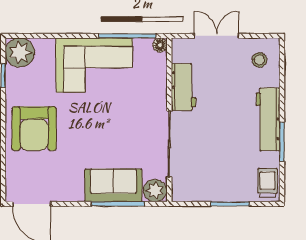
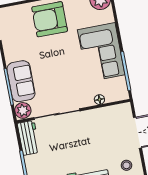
floor lamp: (160, 45) -> (99, 100), moved
workbench: (183, 87) -> (29, 138), moved, turned -90

